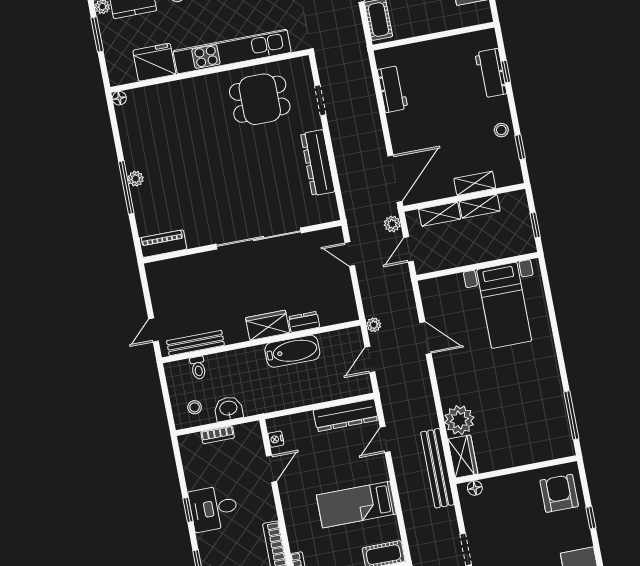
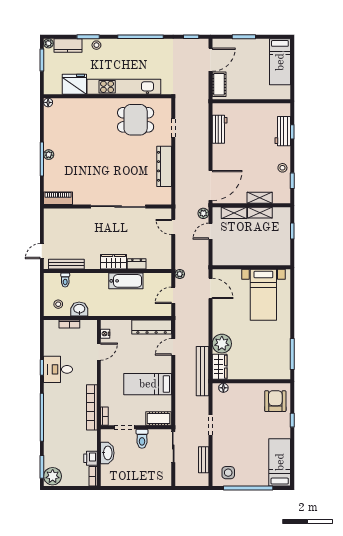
wall: (477, 266) -> (251, 267), moved
bed with nightstands: (504, 305) -> (263, 295), moved

